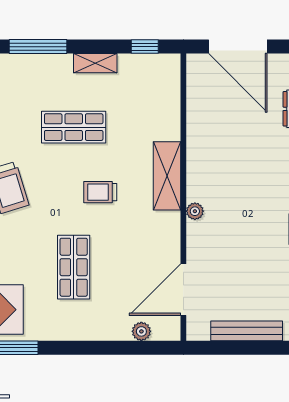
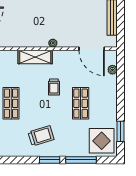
trolley: (100, 192) -> (54, 87), moved
shop shelf: (74, 267) -> (81, 103), turned 90

